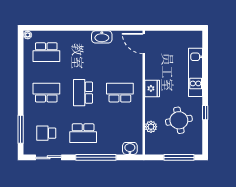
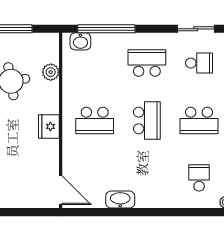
school desk: (46, 52) -> (199, 178), width x0.54
window: (96, 157) -> (106, 29), moved

